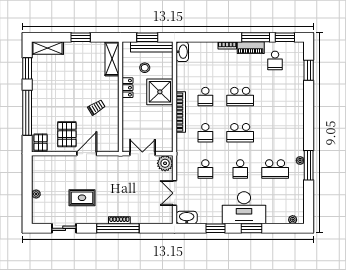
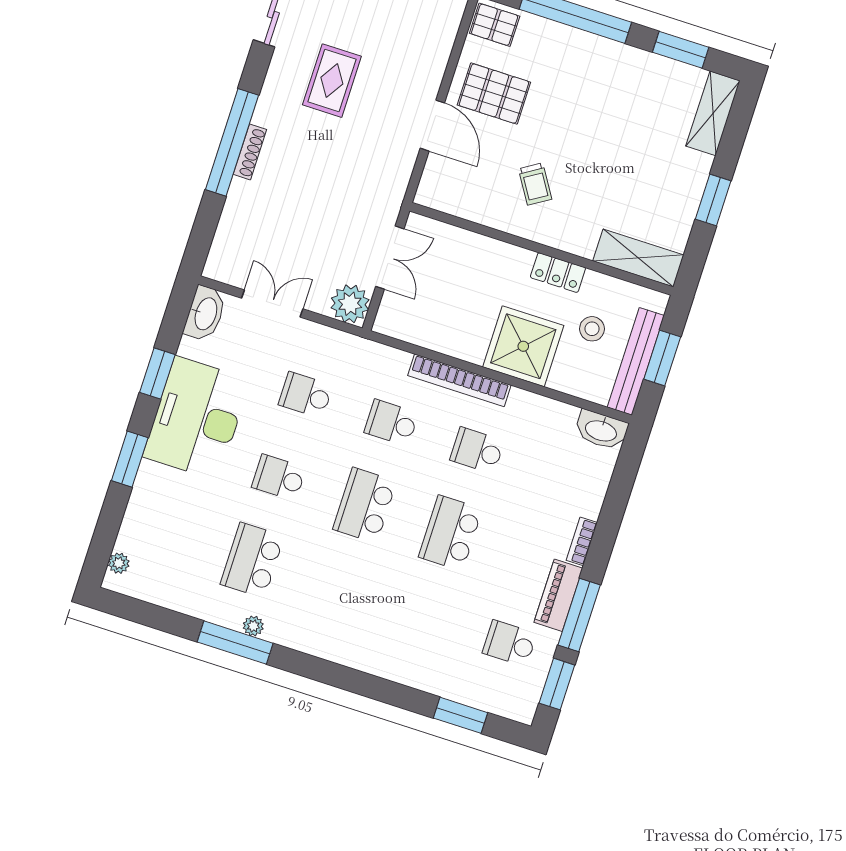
desk: (244, 208) -> (197, 418), moved

